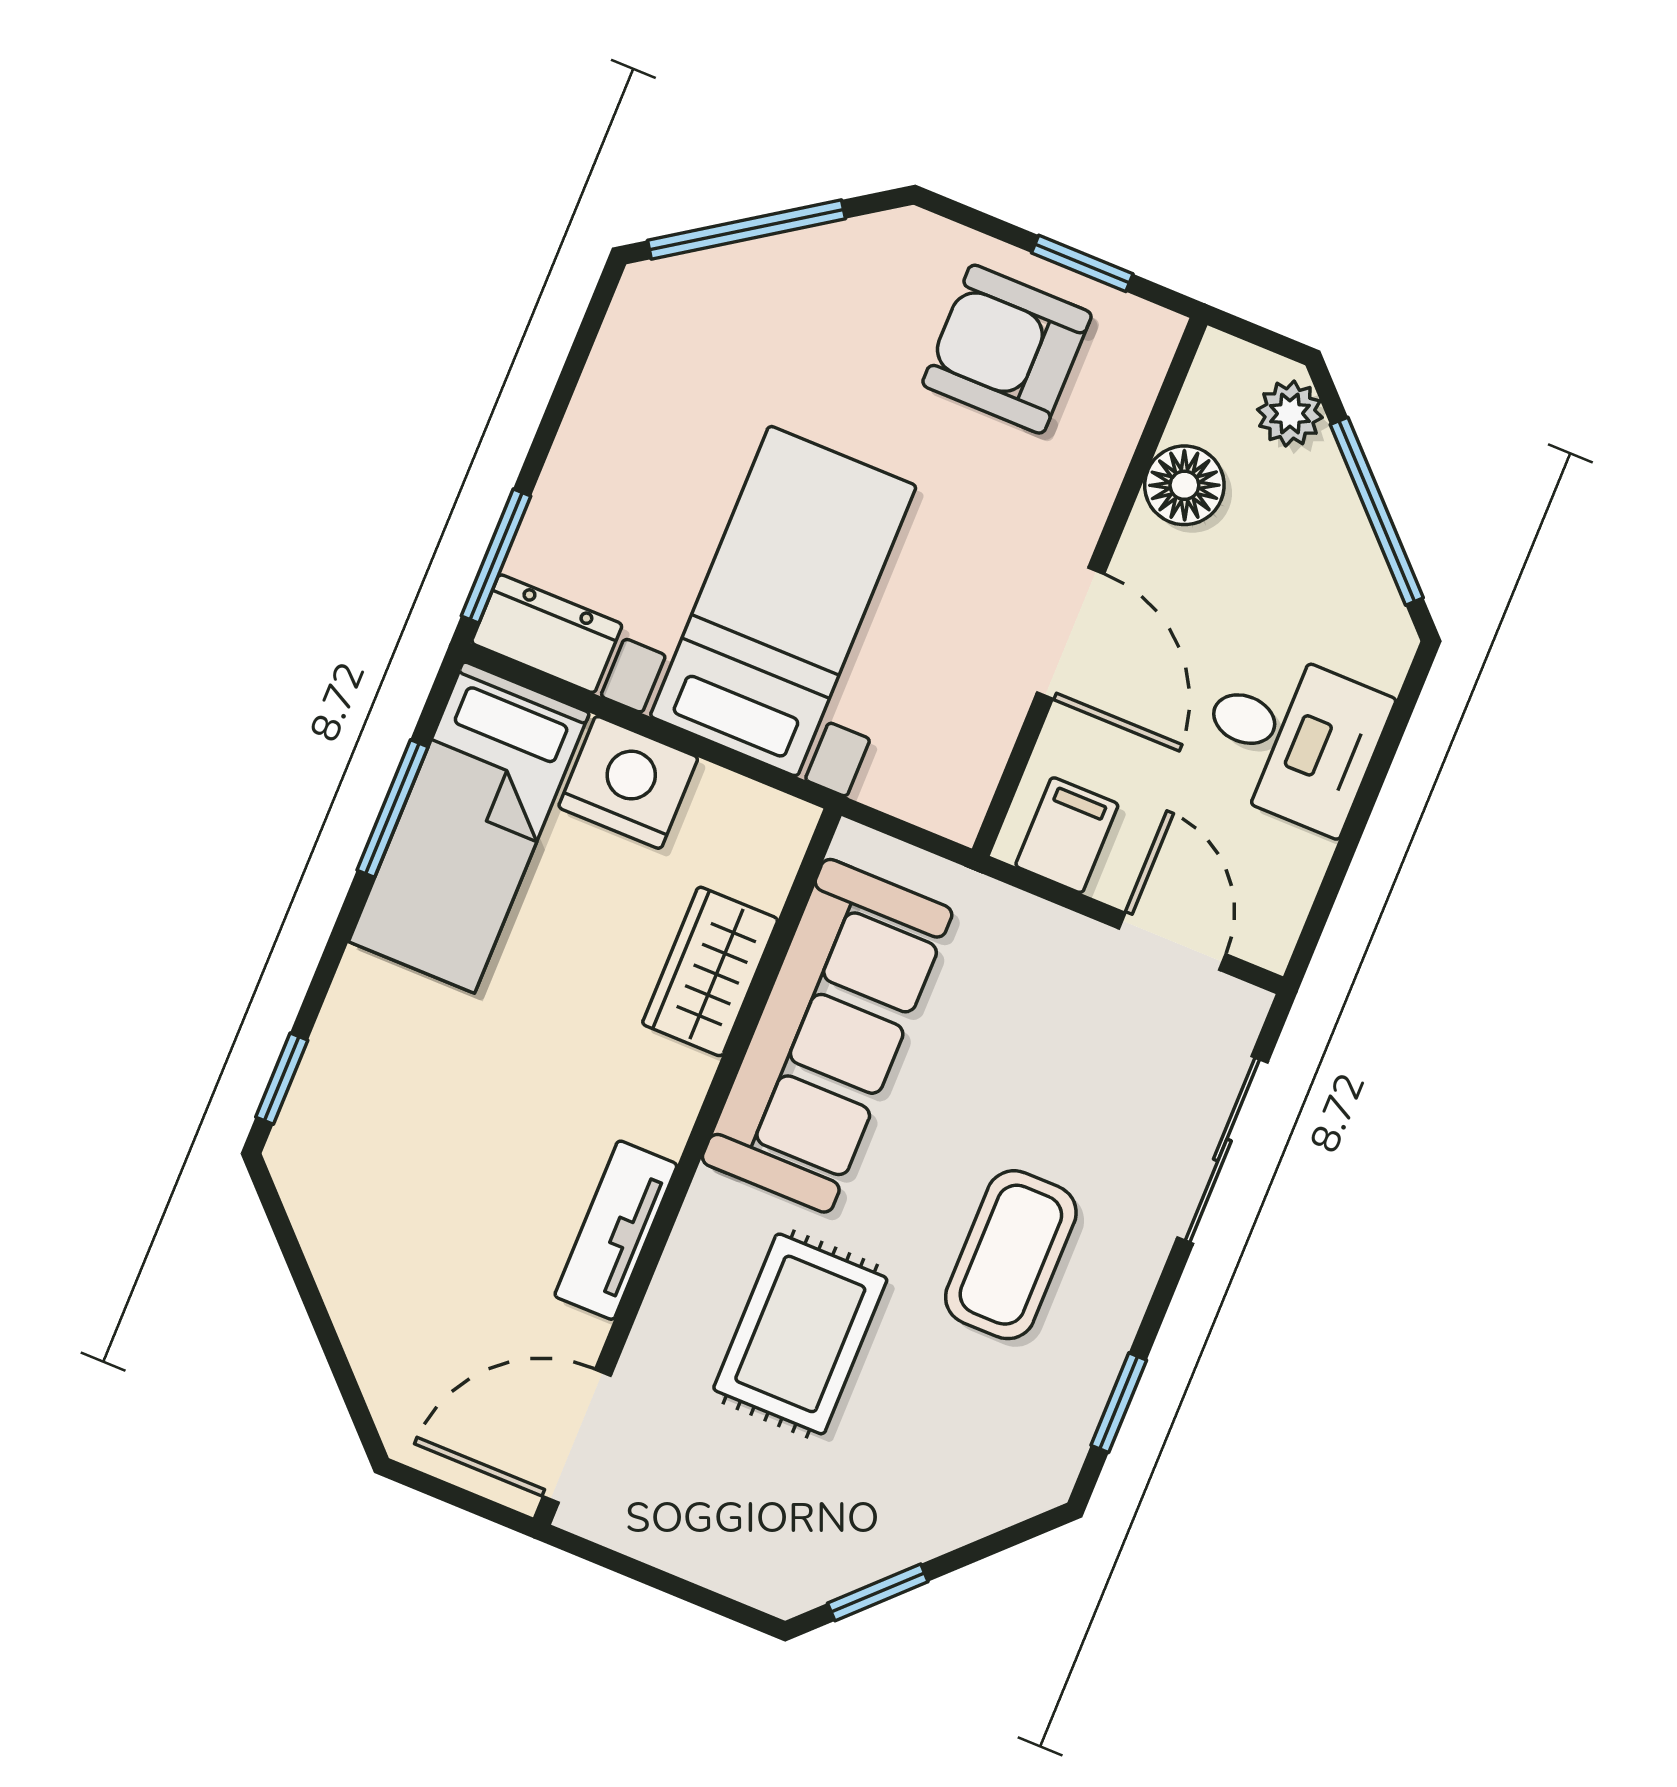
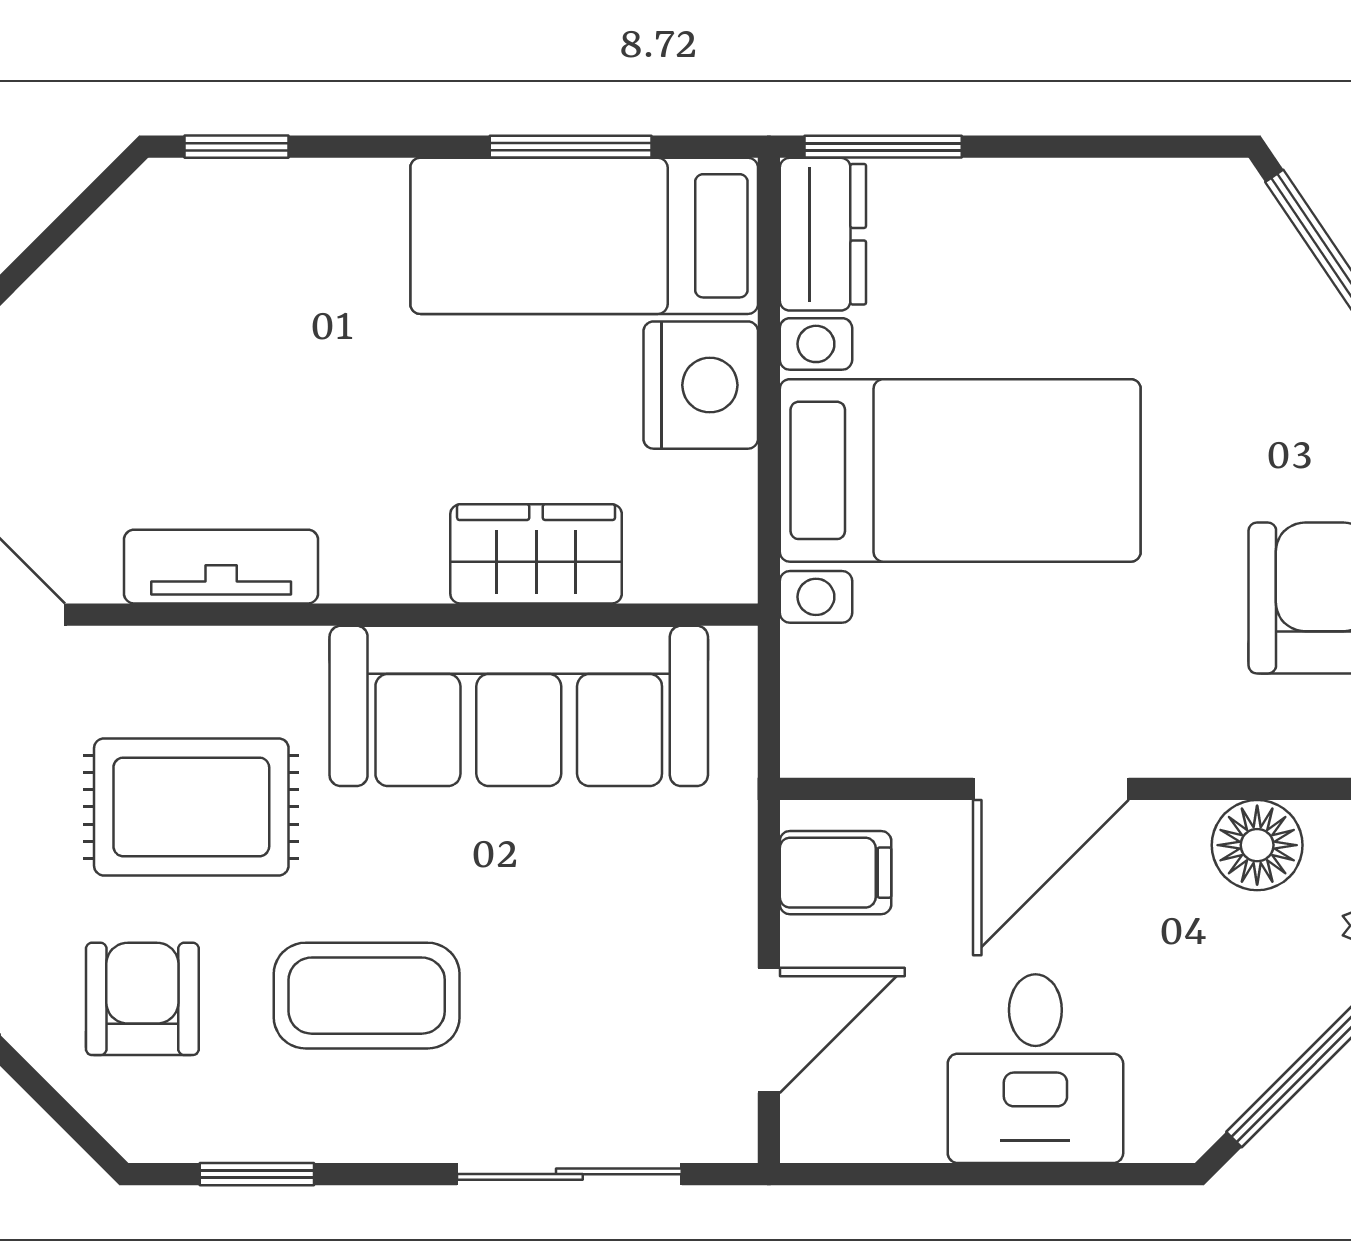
armchair: (939, 1437) -> (142, 999), added

